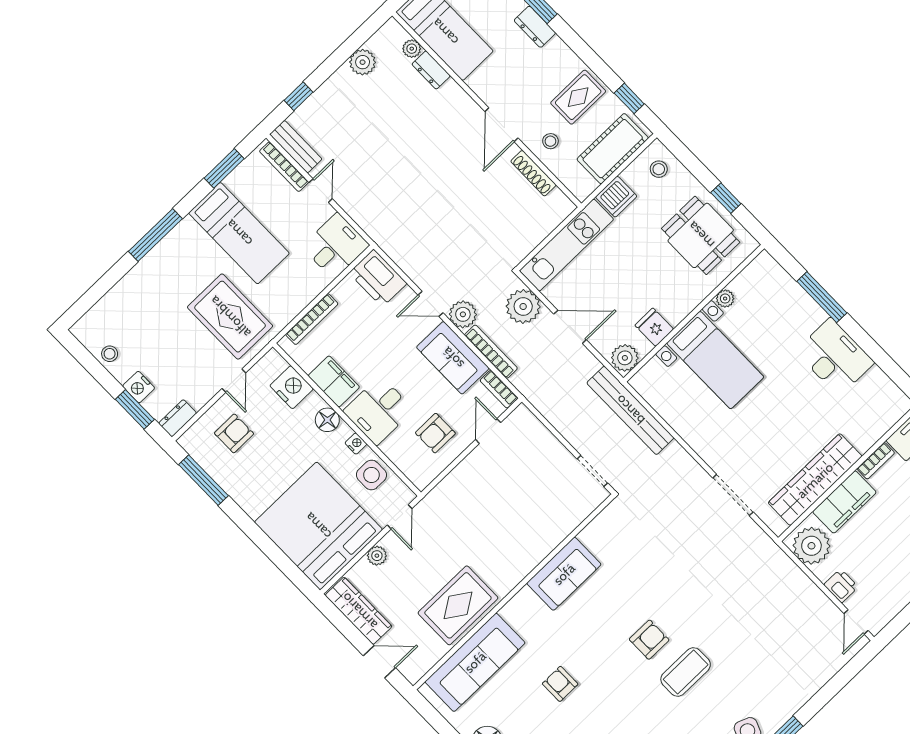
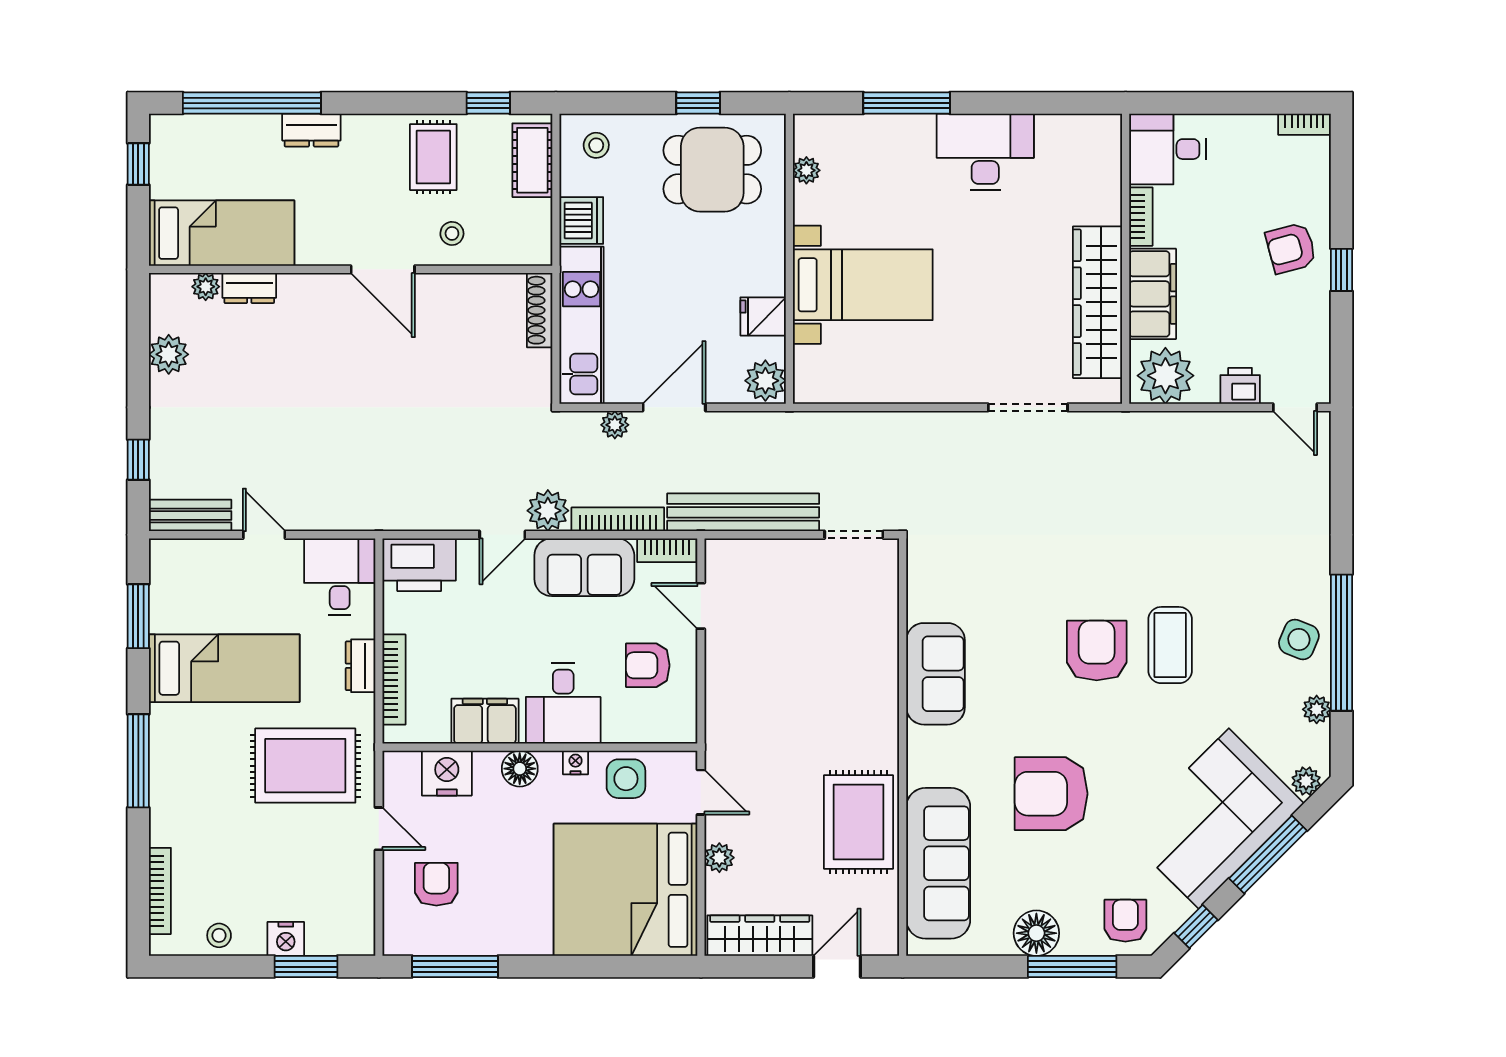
cot: (613, 149) -> (532, 160), width x0.73, depth x0.75
bookcase: (284, 167) -> (160, 891), moved, turned -90
shoe rack: (533, 173) -> (540, 310), moved, turned 90
plant: (725, 299) -> (806, 170), moved
plant: (523, 306) -> (615, 425), width x0.53, depth x0.53
bench: (630, 410) -> (743, 512), moved
dresser: (178, 418) -> (361, 666), moved
armchair: (435, 433) -> (648, 665), turned 90
armchair: (649, 640) -> (1097, 651), width x1.38, depth x1.38
armchair: (560, 684) -> (1051, 794), width x1.88, depth x1.88

